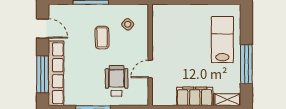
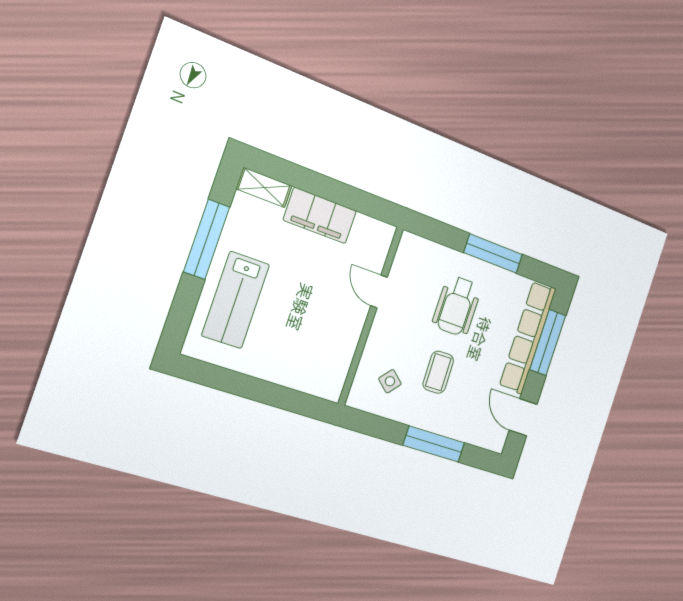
door: (150, 69) -> (379, 292), swing flipped
wheelchair: (117, 81) -> (457, 306), moved

